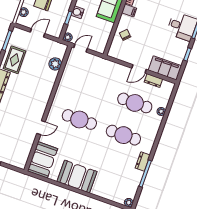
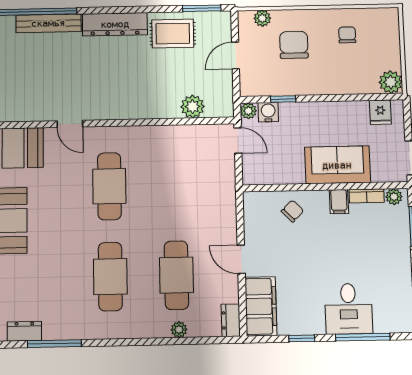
water cooler: (78, 12) -> (268, 112), moved
door: (38, 33) -> (235, 56), swing flipped
dresser: (153, 81) -> (231, 320), moved
dresser: (143, 162) -> (24, 331), moved

